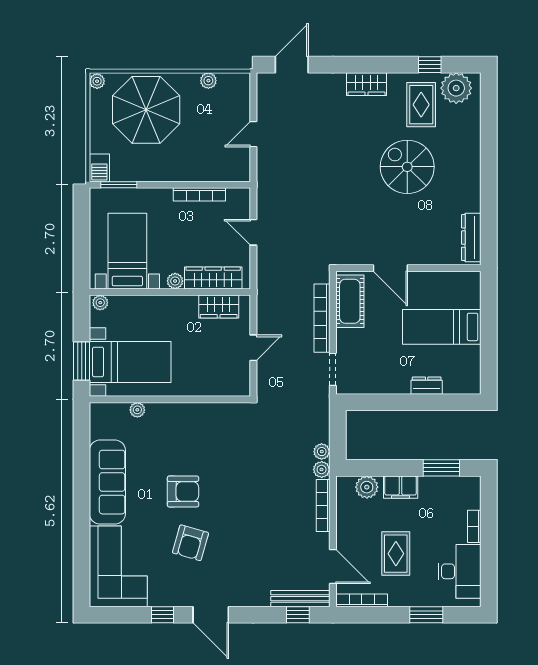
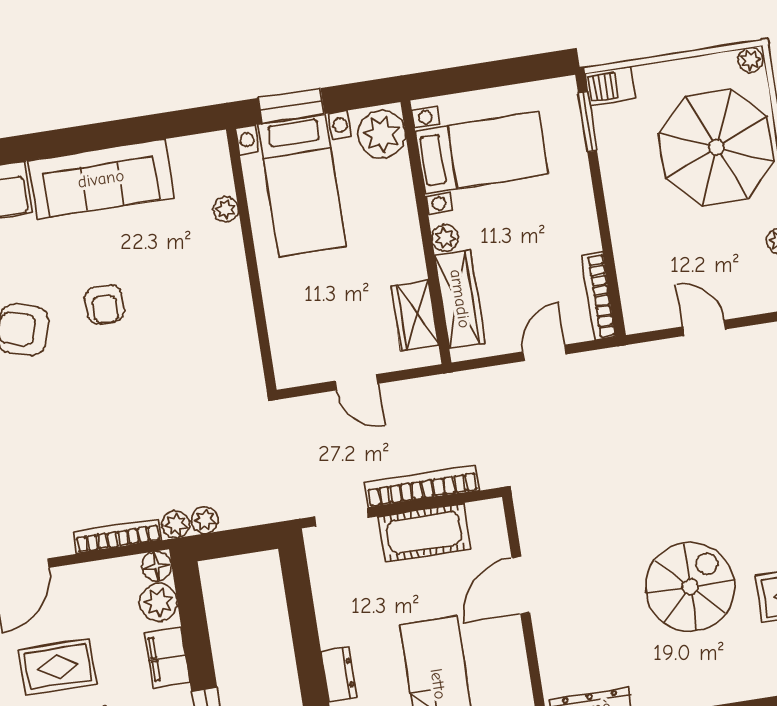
bookcase: (199, 194) -> (599, 296), moved
cot: (350, 301) -> (424, 533), moved
plant: (100, 303) -> (382, 134), width x1.87, depth x1.87
floor lamp: (345, 485) -> (157, 566), added
armchair: (183, 491) -> (104, 305), width x0.72, depth x0.72

